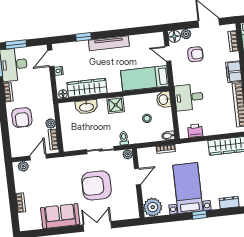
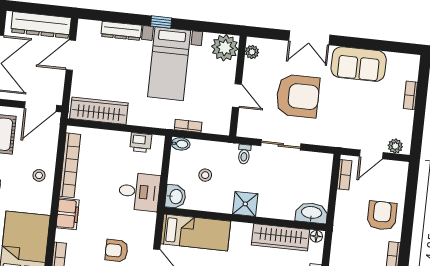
washbasin: (86, 107) -> (312, 213), moved
plant: (51, 123) -> (343, 198), removed
plant: (128, 154) -> (252, 52), moved
door: (137, 177) -> (237, 96), swing flipped
dresser: (229, 203) -> (121, 31), width x1.44

